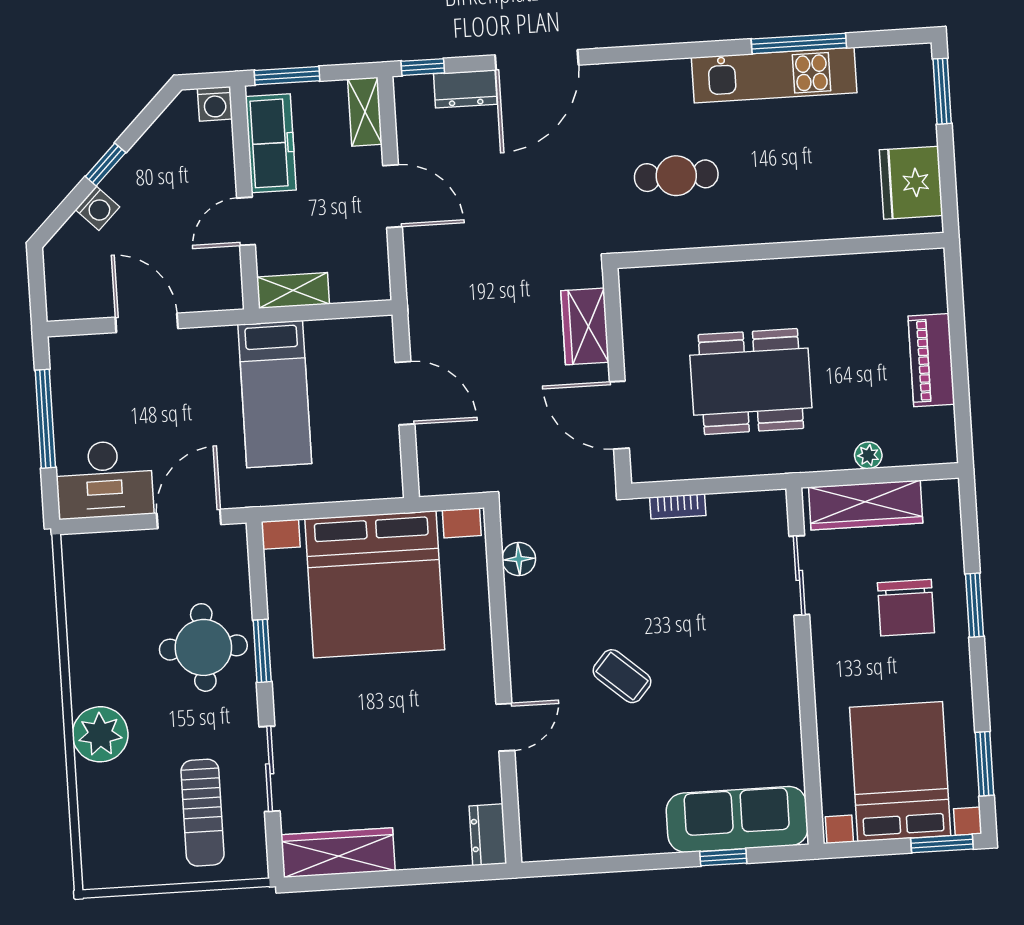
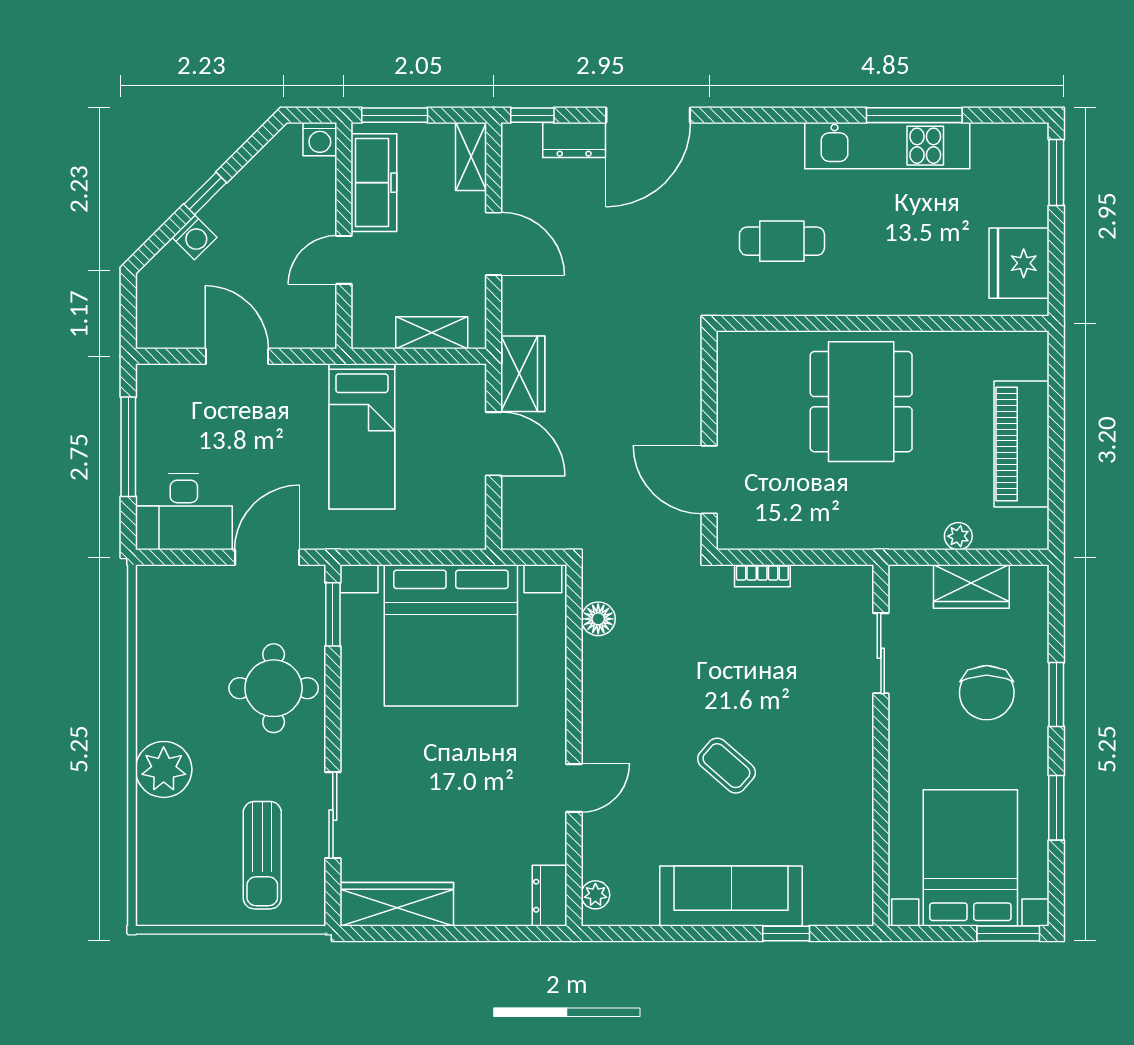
shelving: (293, 290) -> (432, 333), moved
wardrobe: (585, 326) -> (523, 374), moved, turned 180
piano: (931, 360) -> (1021, 444), width x1.37, depth x1.33
dining table: (751, 382) -> (861, 402), moved, turned 90
wardrobe: (866, 505) -> (971, 586), width x0.67
window: (262, 651) -> (333, 614), moved
coffee table: (622, 676) -> (726, 766), moved
window: (984, 764) -> (1056, 808), moved
sofa: (737, 819) -> (731, 896), moved
plant: (533, 831) -> (595, 895), added

